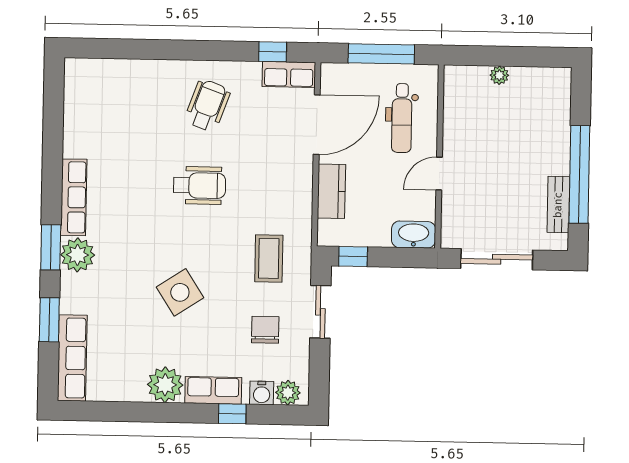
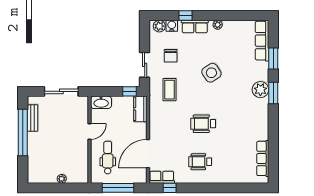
wheelchair: (207, 105) -> (200, 162), turned 70
kitchen counter: (331, 191) -> (140, 109), moved
row of seats: (74, 197) -> (263, 158), moved
plant: (165, 385) -> (218, 25), width x0.53, depth x0.53

